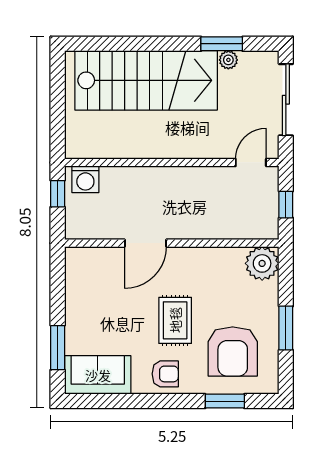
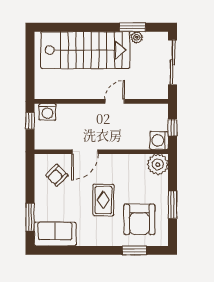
door: (251, 162) -> (115, 101), moved
washing machine: (264, 225) -> (159, 140), added
armchair: (165, 374) -> (57, 175), moved, turned 135

